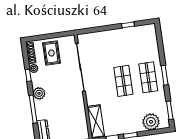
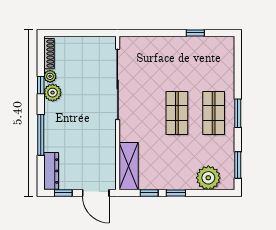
rug: (51, 53) -> (79, 58), removed
plant: (39, 93) -> (53, 93), moved

